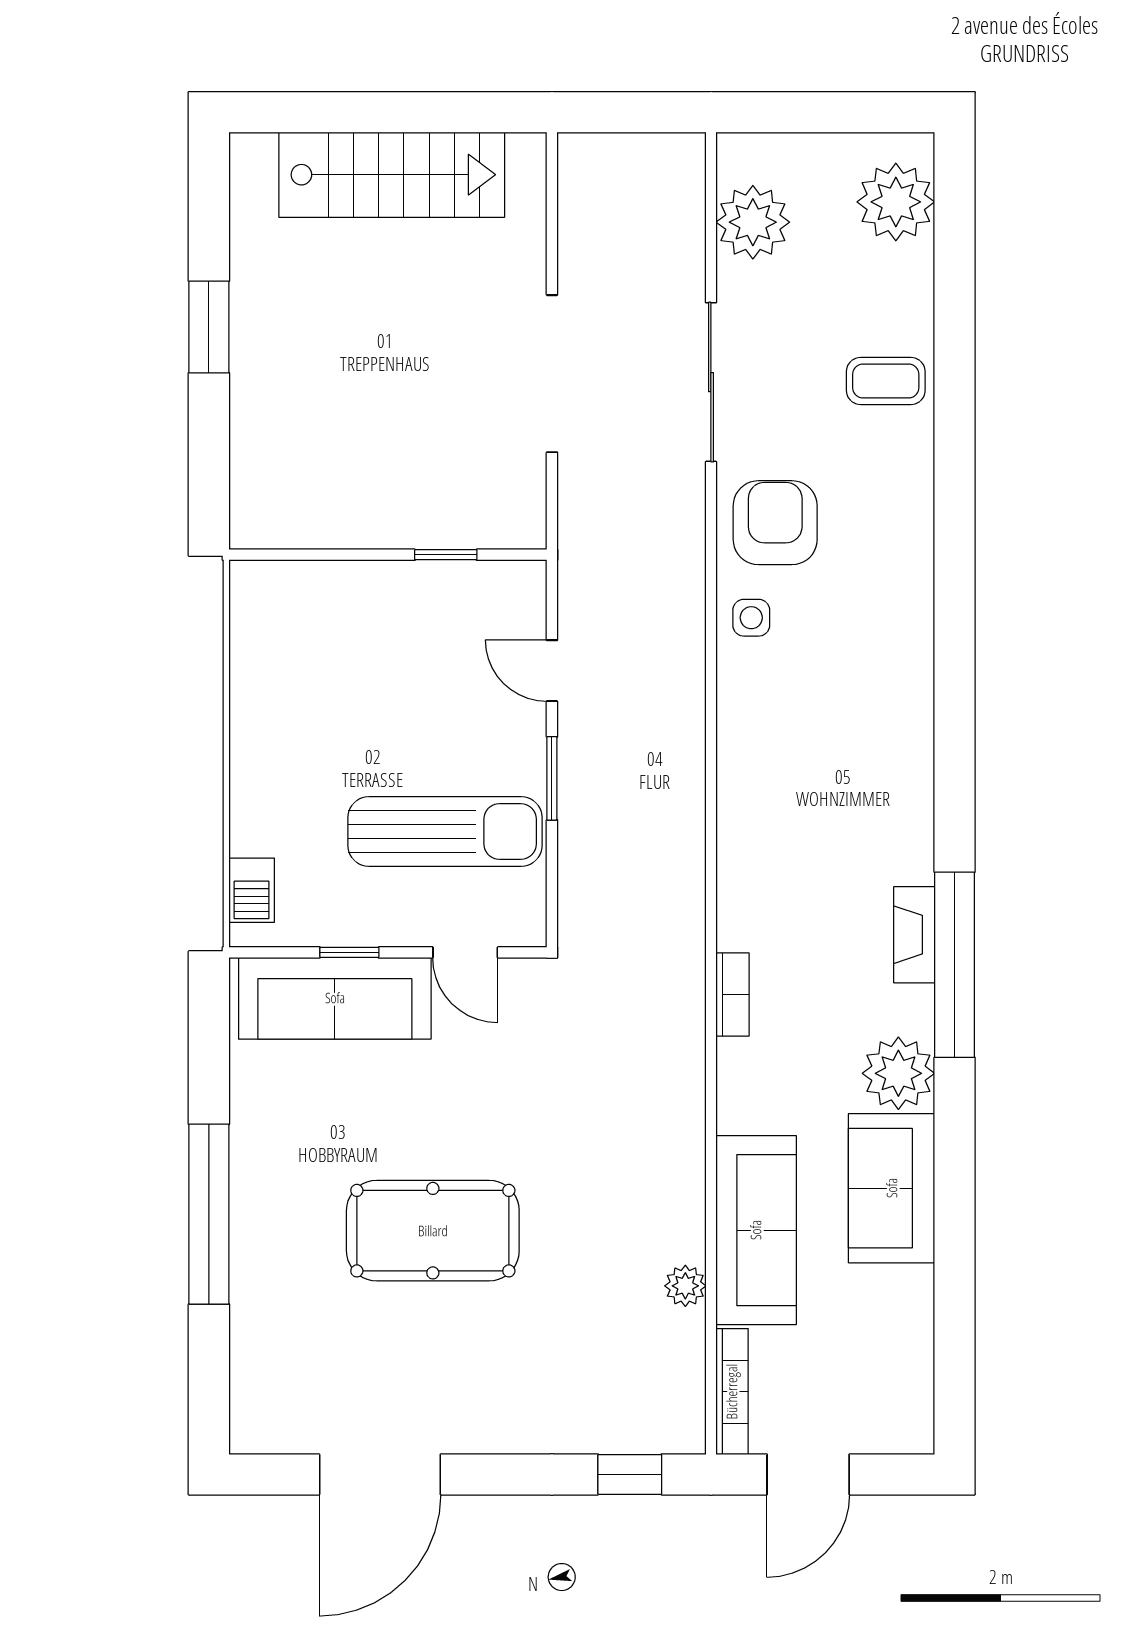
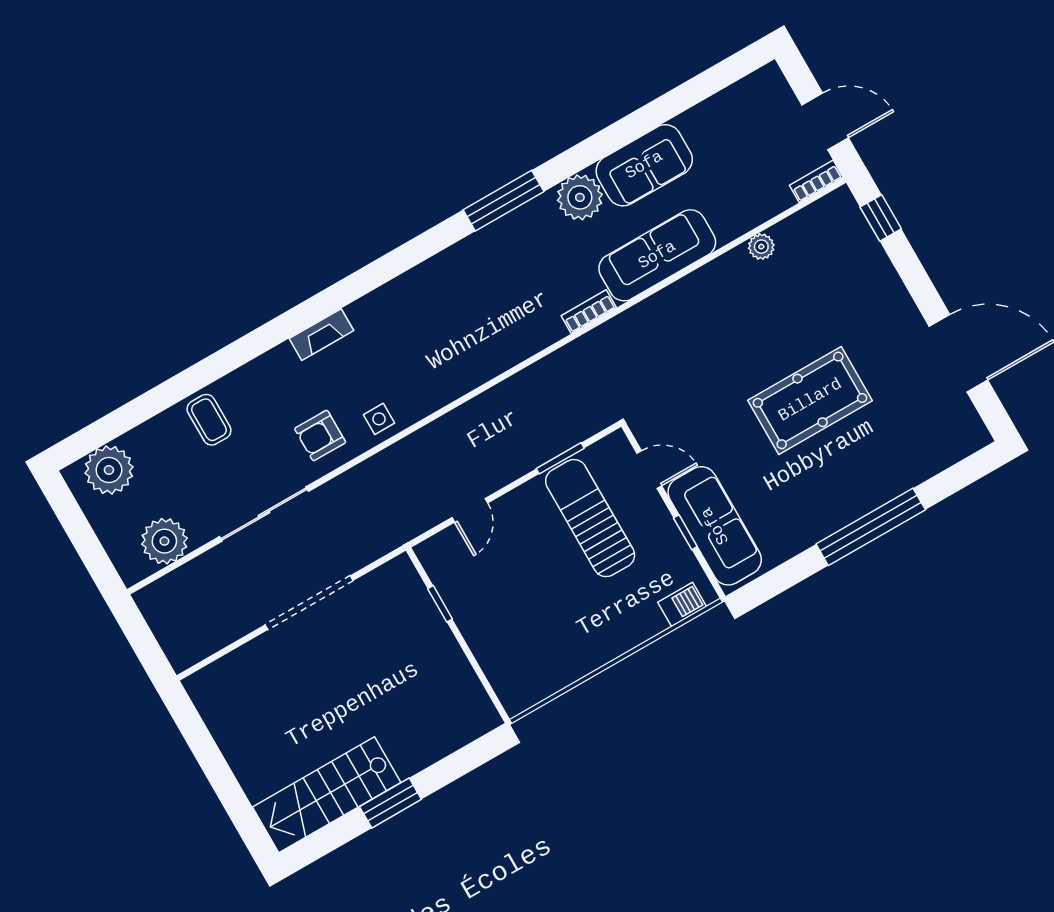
stairs: (392, 175) -> (327, 795), moved, turned -90
armchair: (775, 523) -> (320, 435), width x0.72, depth x0.72
window: (552, 778) -> (560, 458), moved
fireplace: (914, 935) -> (321, 335), moved
door: (465, 952) -> (649, 469), hinge flipped
window: (955, 965) -> (504, 201), width x0.68
sofa: (756, 1230) -> (657, 255), moved
pool table: (433, 1231) -> (810, 400), turned 90
bookcase: (732, 1392) -> (816, 181), width x0.64

